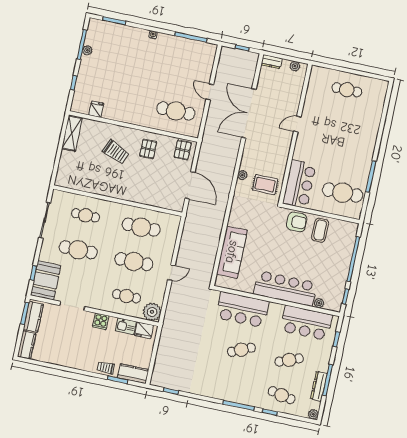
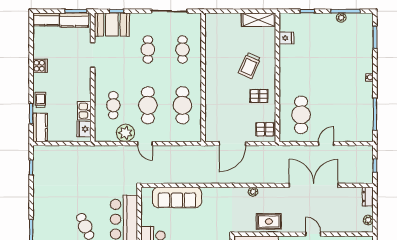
rug: (265, 185) -> (269, 221), moved, turned 90
cafe table: (78, 250) -> (148, 49), width x0.73, depth x0.74
plant: (152, 312) -> (125, 133), moved
cooker: (101, 321) -> (40, 66), moved, turned 180

